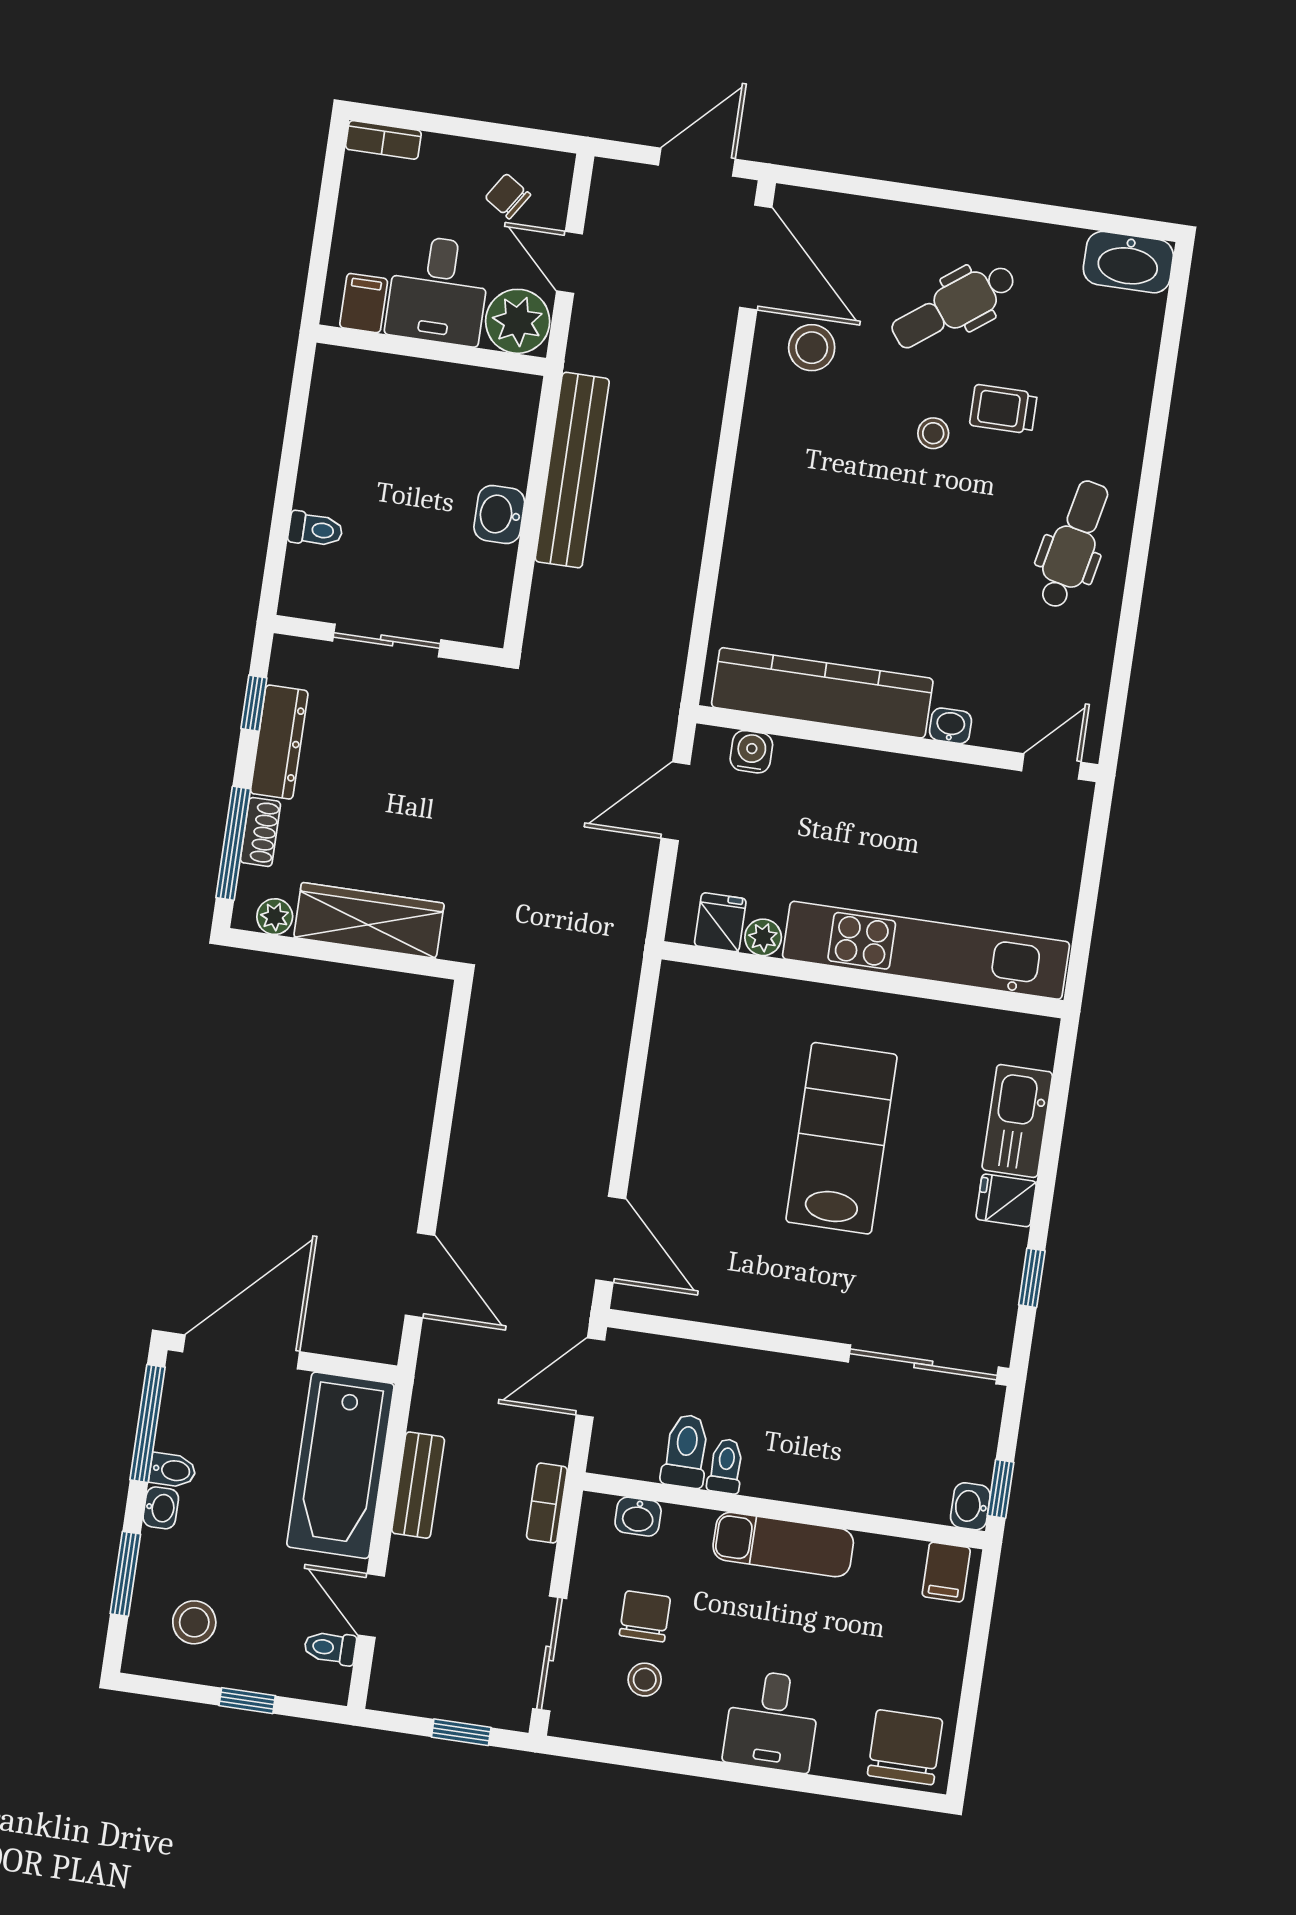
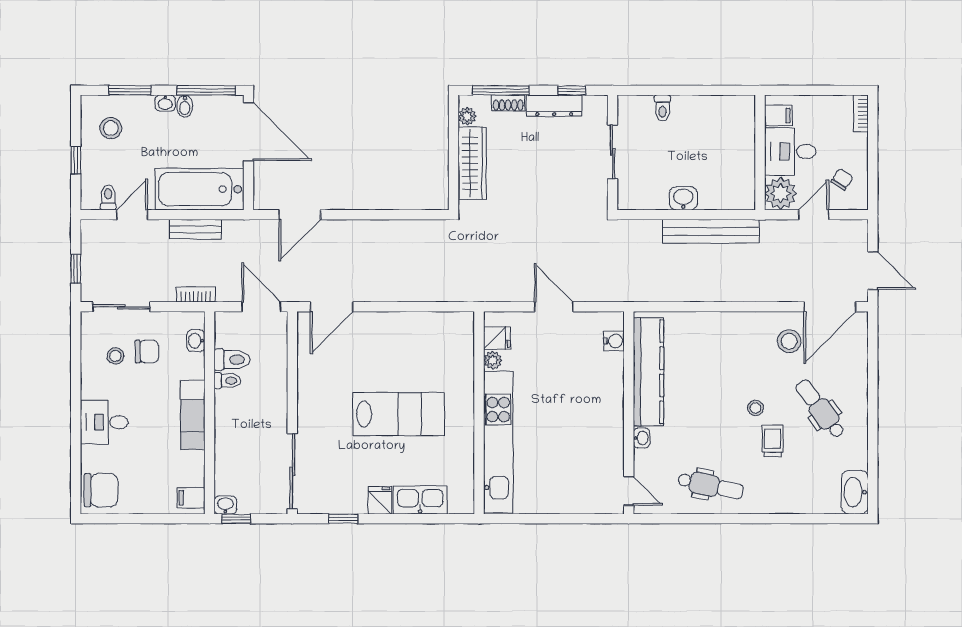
kitchen counter: (822, 693) -> (648, 372), moved
washbasin: (951, 726) -> (641, 438), moved
wall: (897, 744) -> (629, 413), moved
water cooler: (751, 752) -> (614, 341), moved
door: (1051, 766) -> (629, 491), moved

